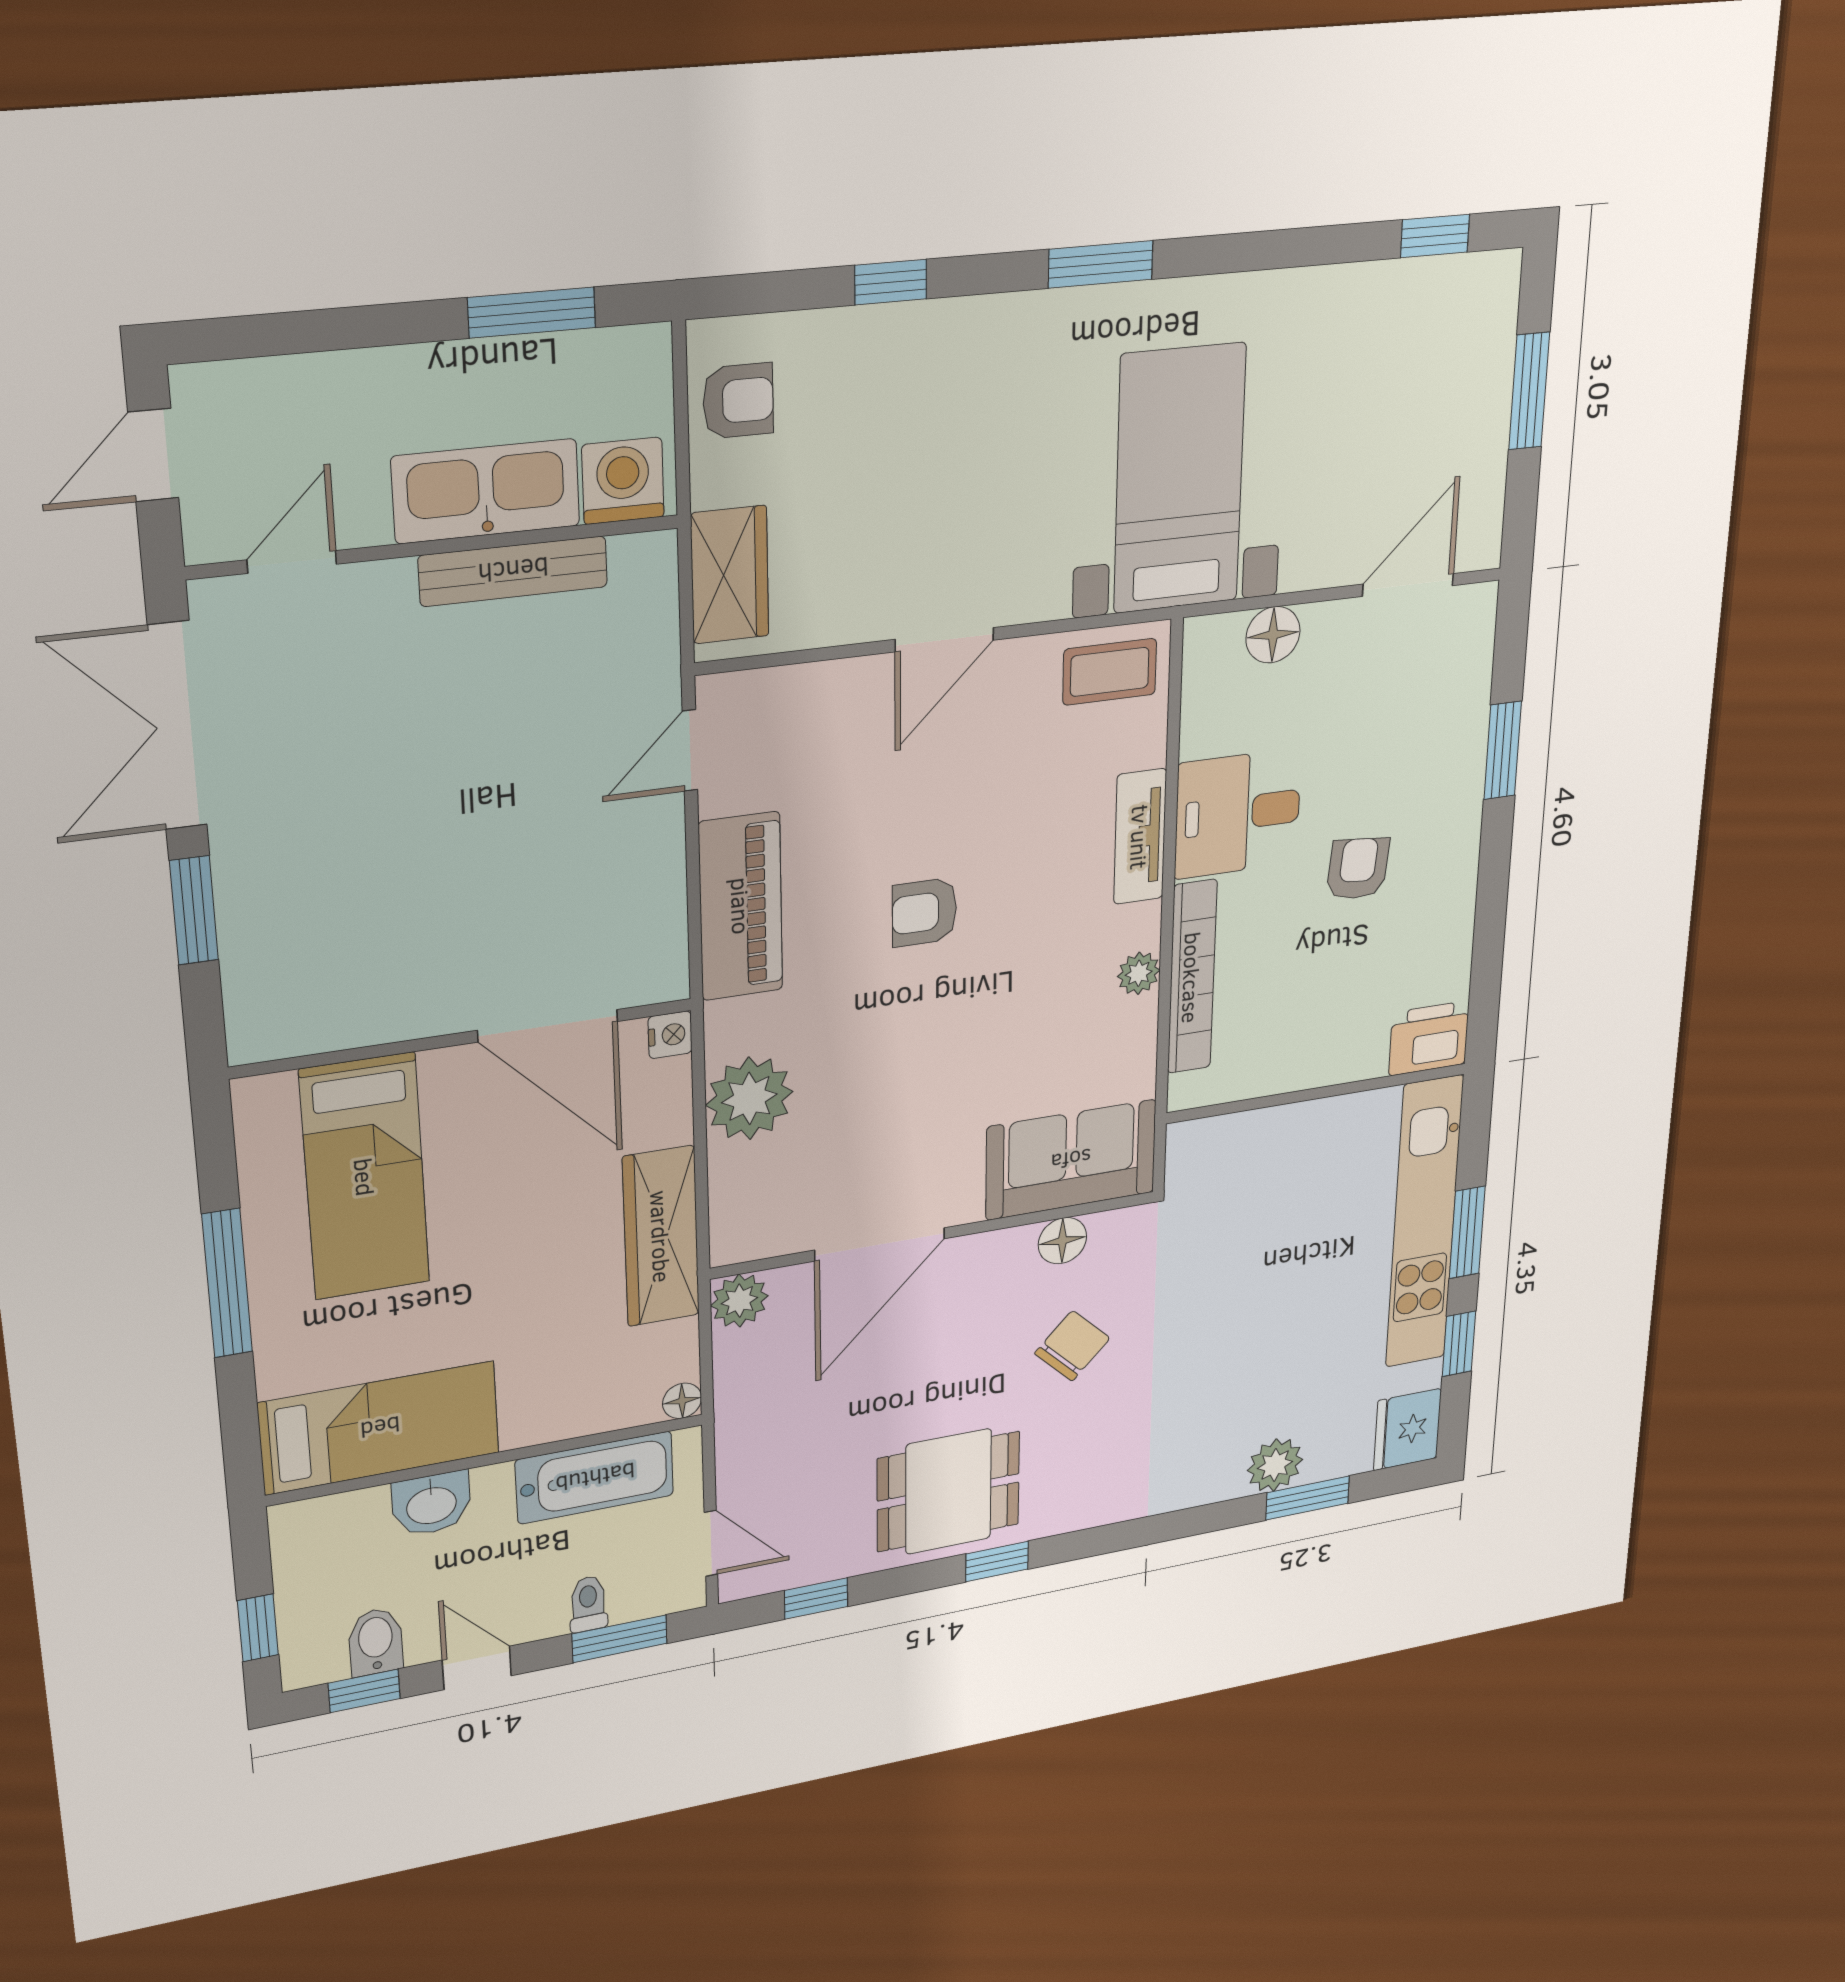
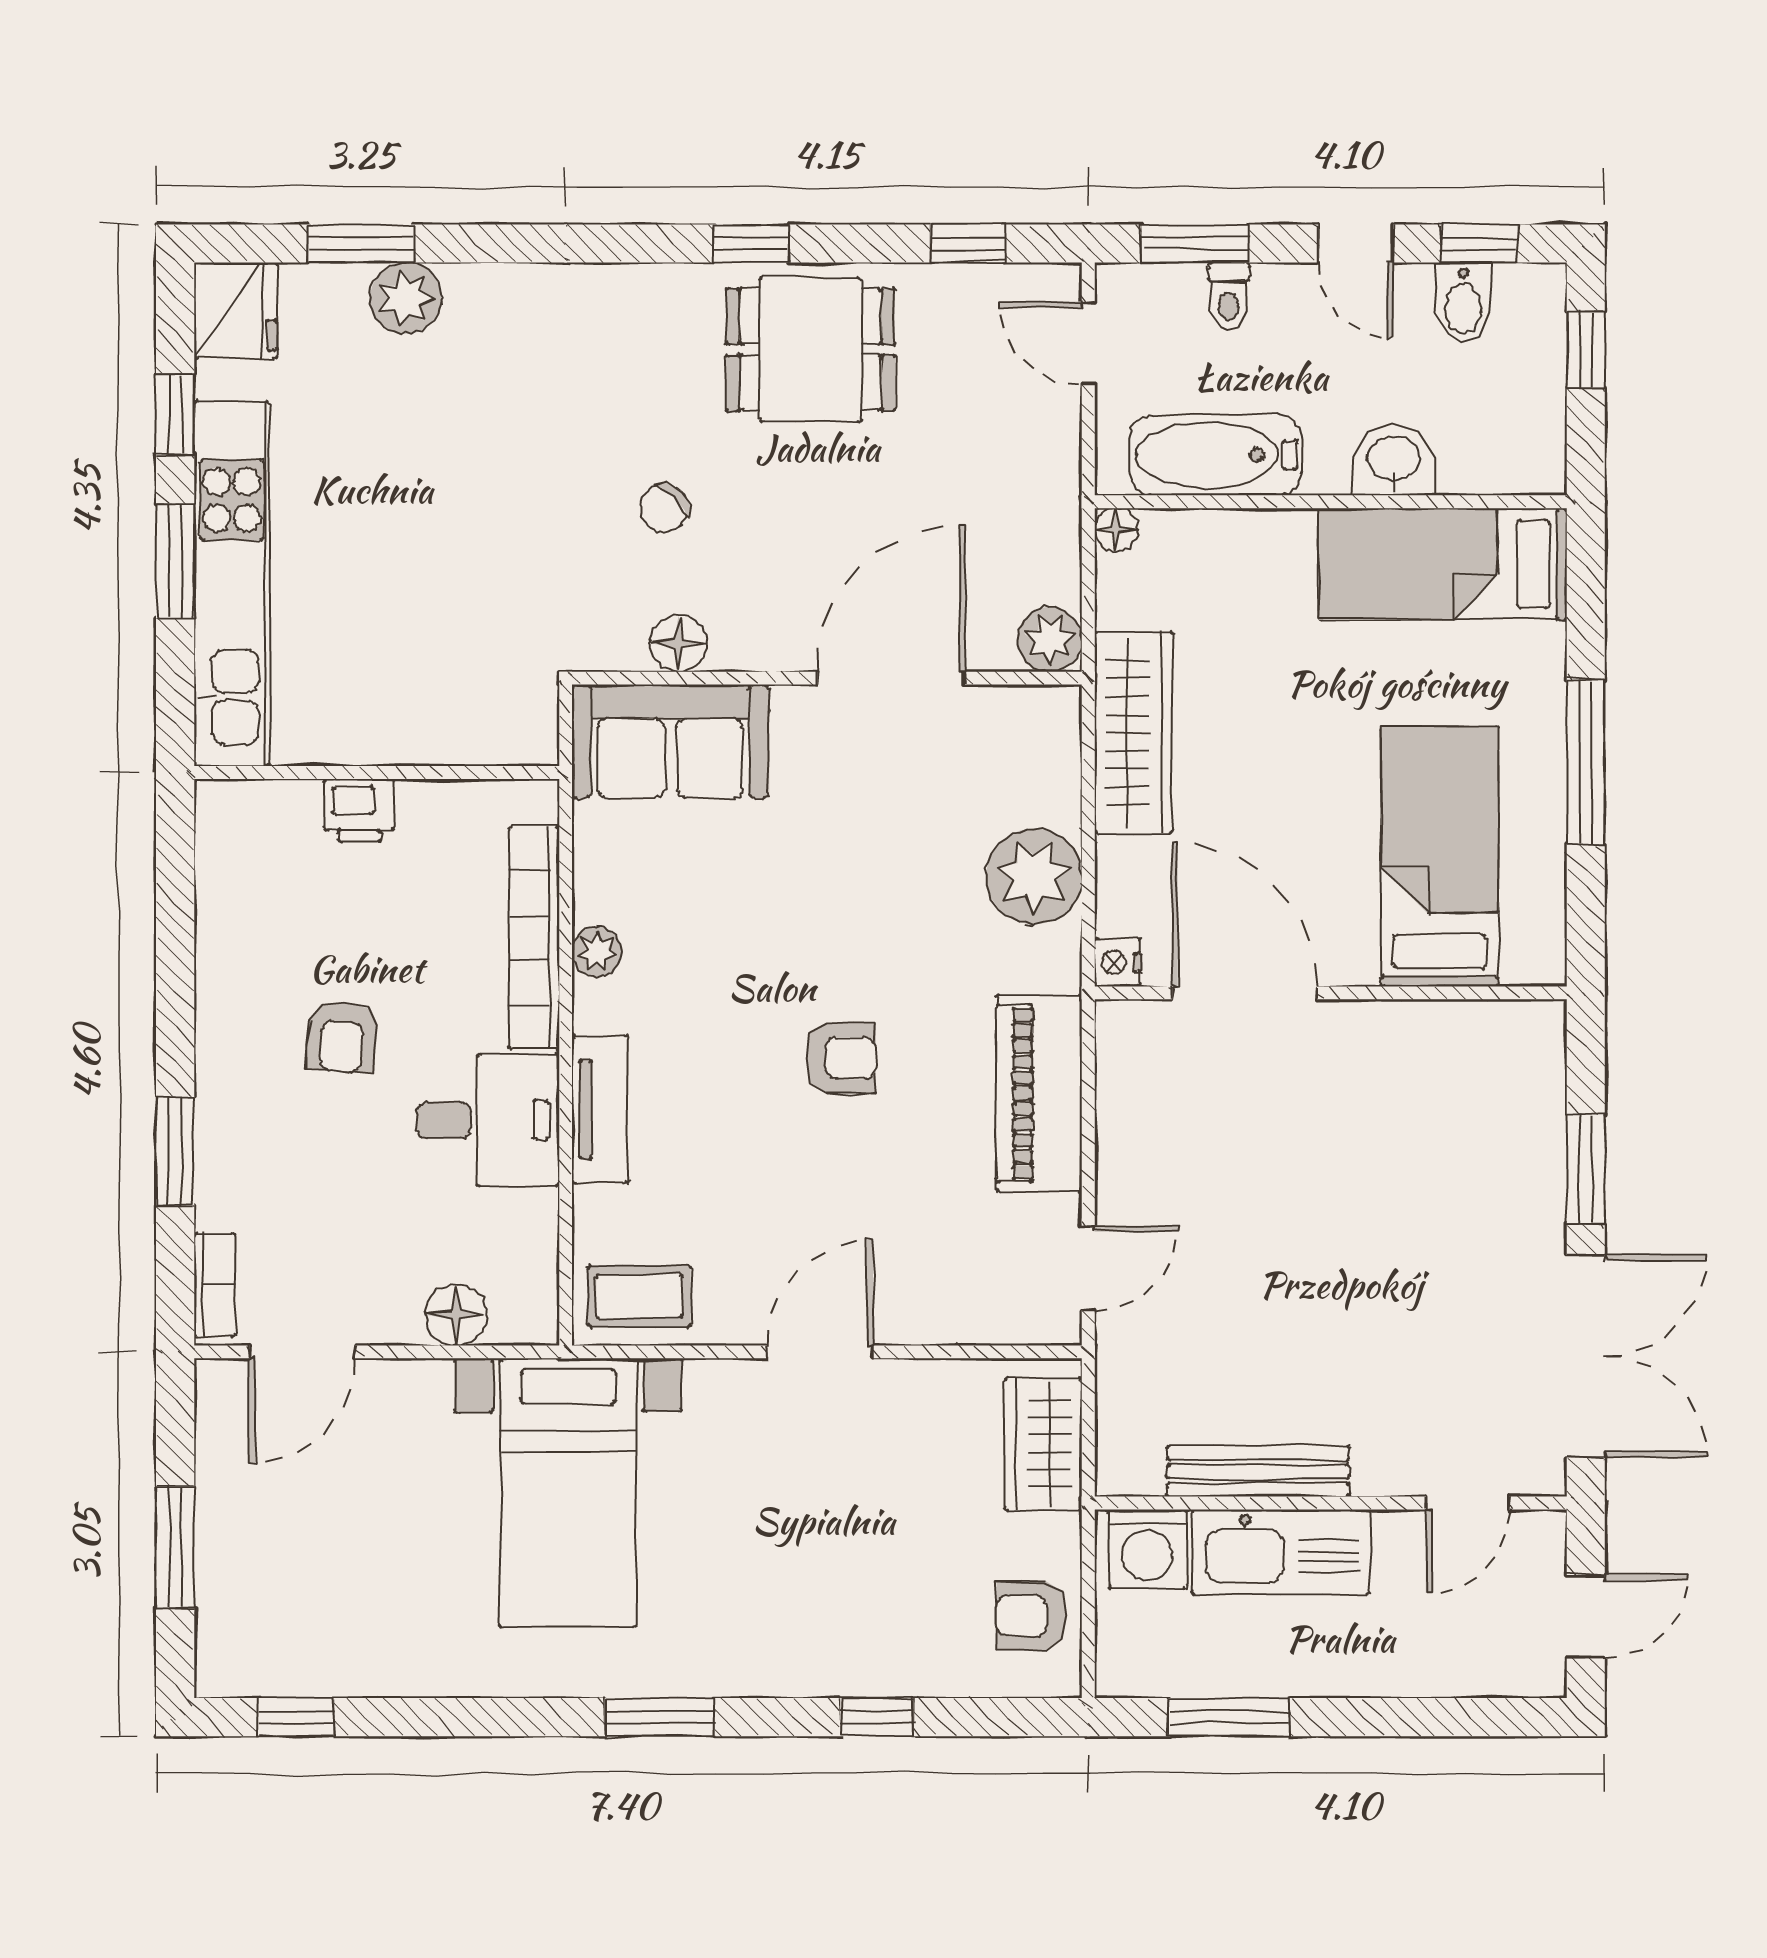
bookcase: (1478, 637) -> (215, 1285), added
printer: (1429, 1038) -> (359, 811), moved, width x0.73, depth x0.81
chair: (1072, 1346) -> (664, 508), width x0.73, depth x0.73

